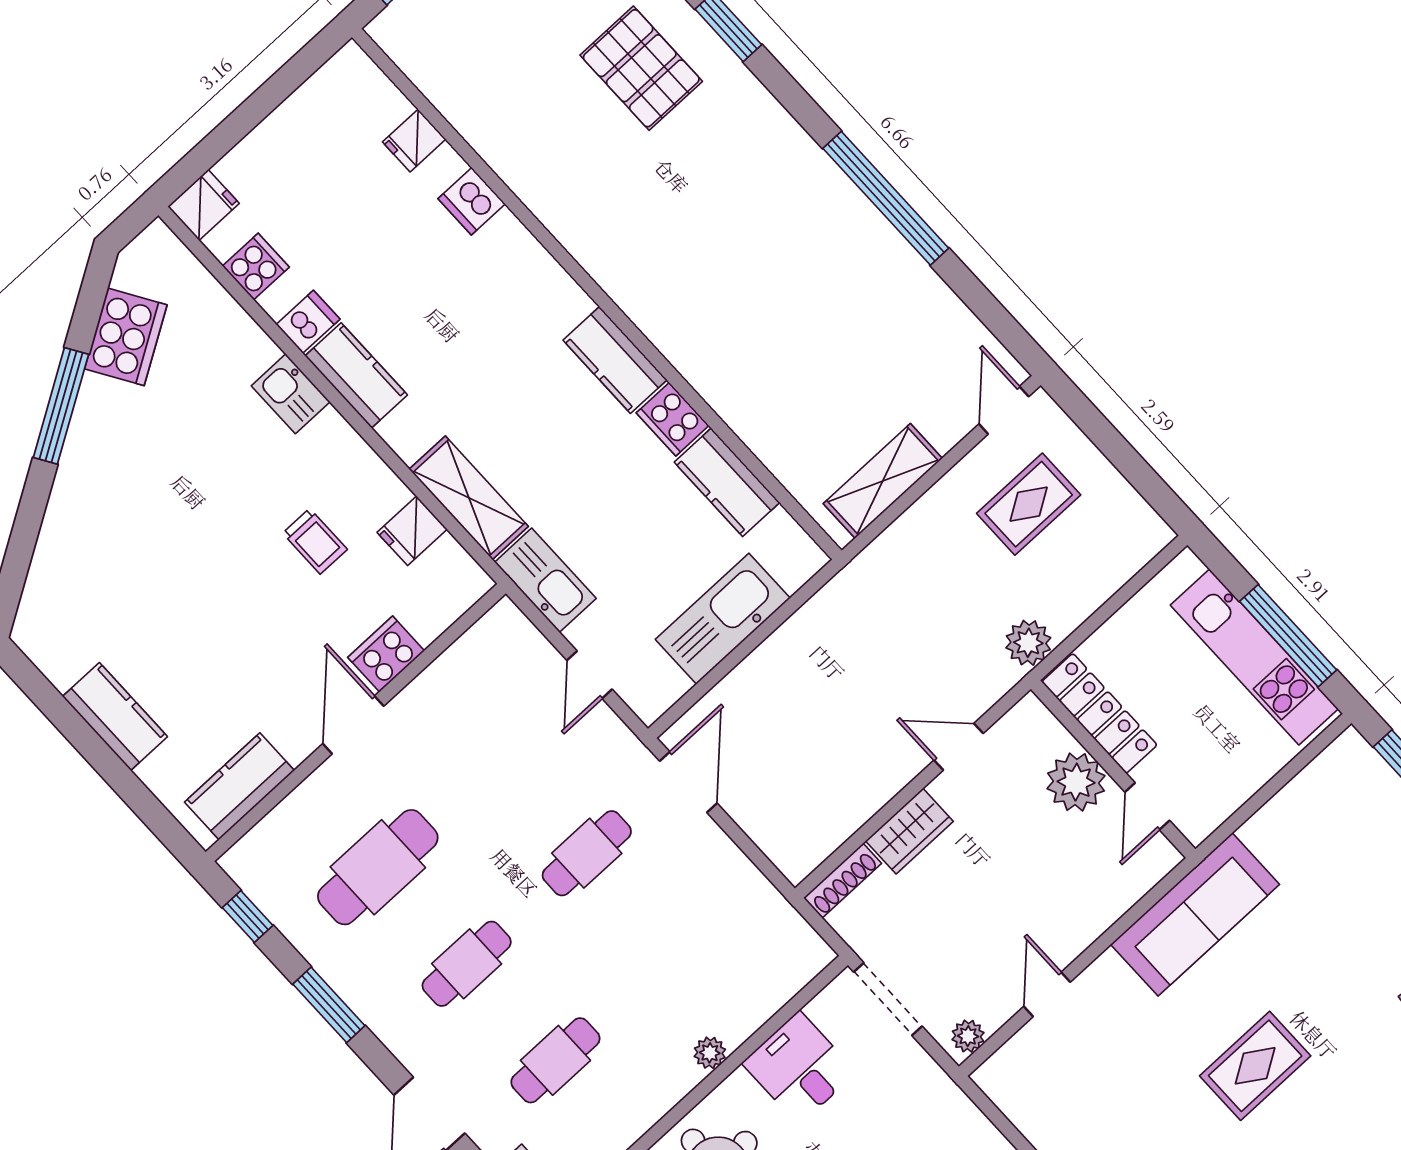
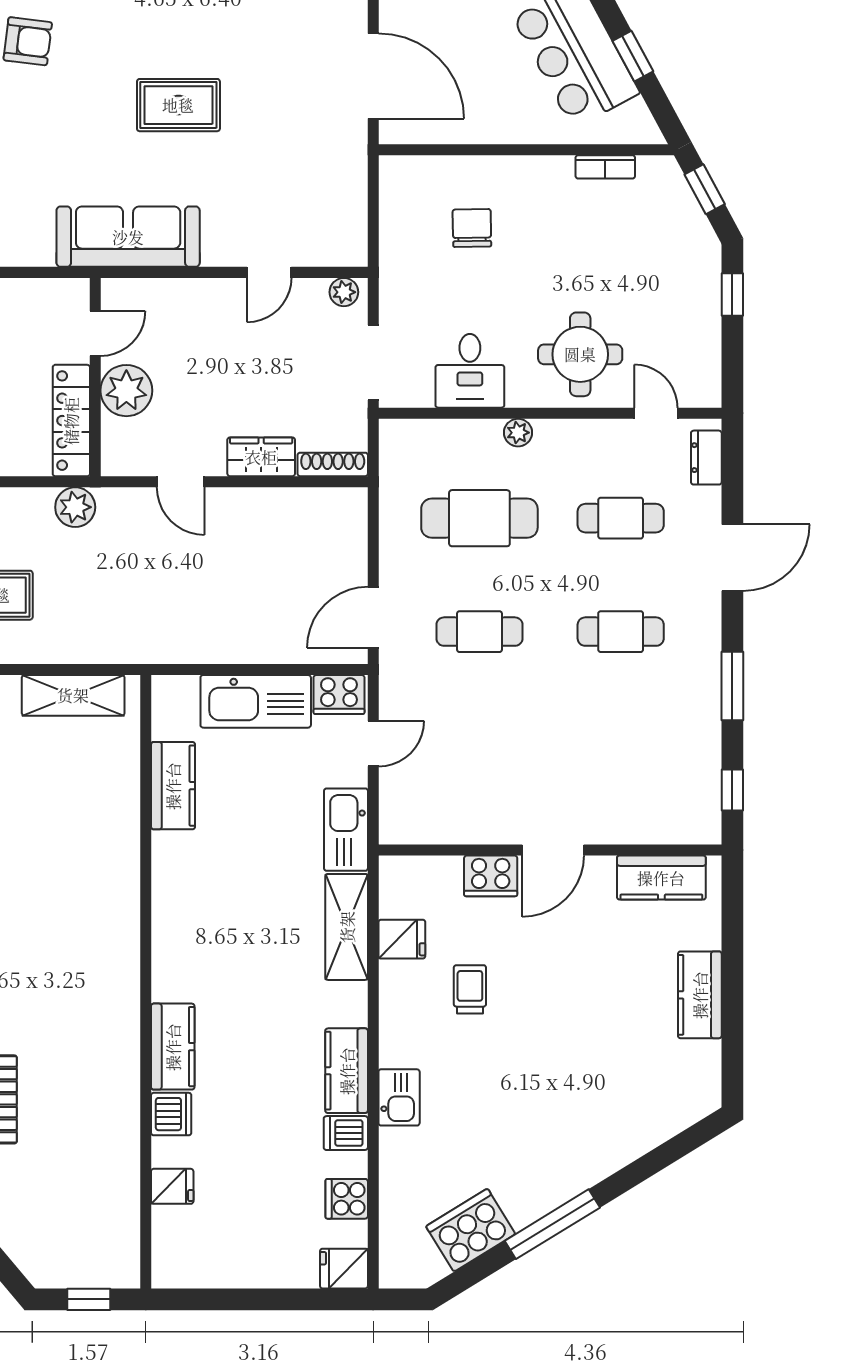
kitchen counter: (615, 360) -> (173, 1047), moved
cooker: (673, 419) -> (339, 695), moved, turned 90
cafe table: (378, 867) -> (479, 518), moved

